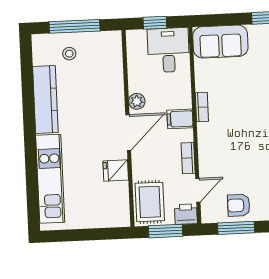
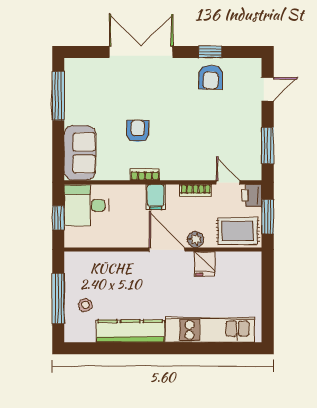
plant: (137, 101) -> (196, 239), moved
armchair: (239, 205) -> (138, 131), moved, turned 180

